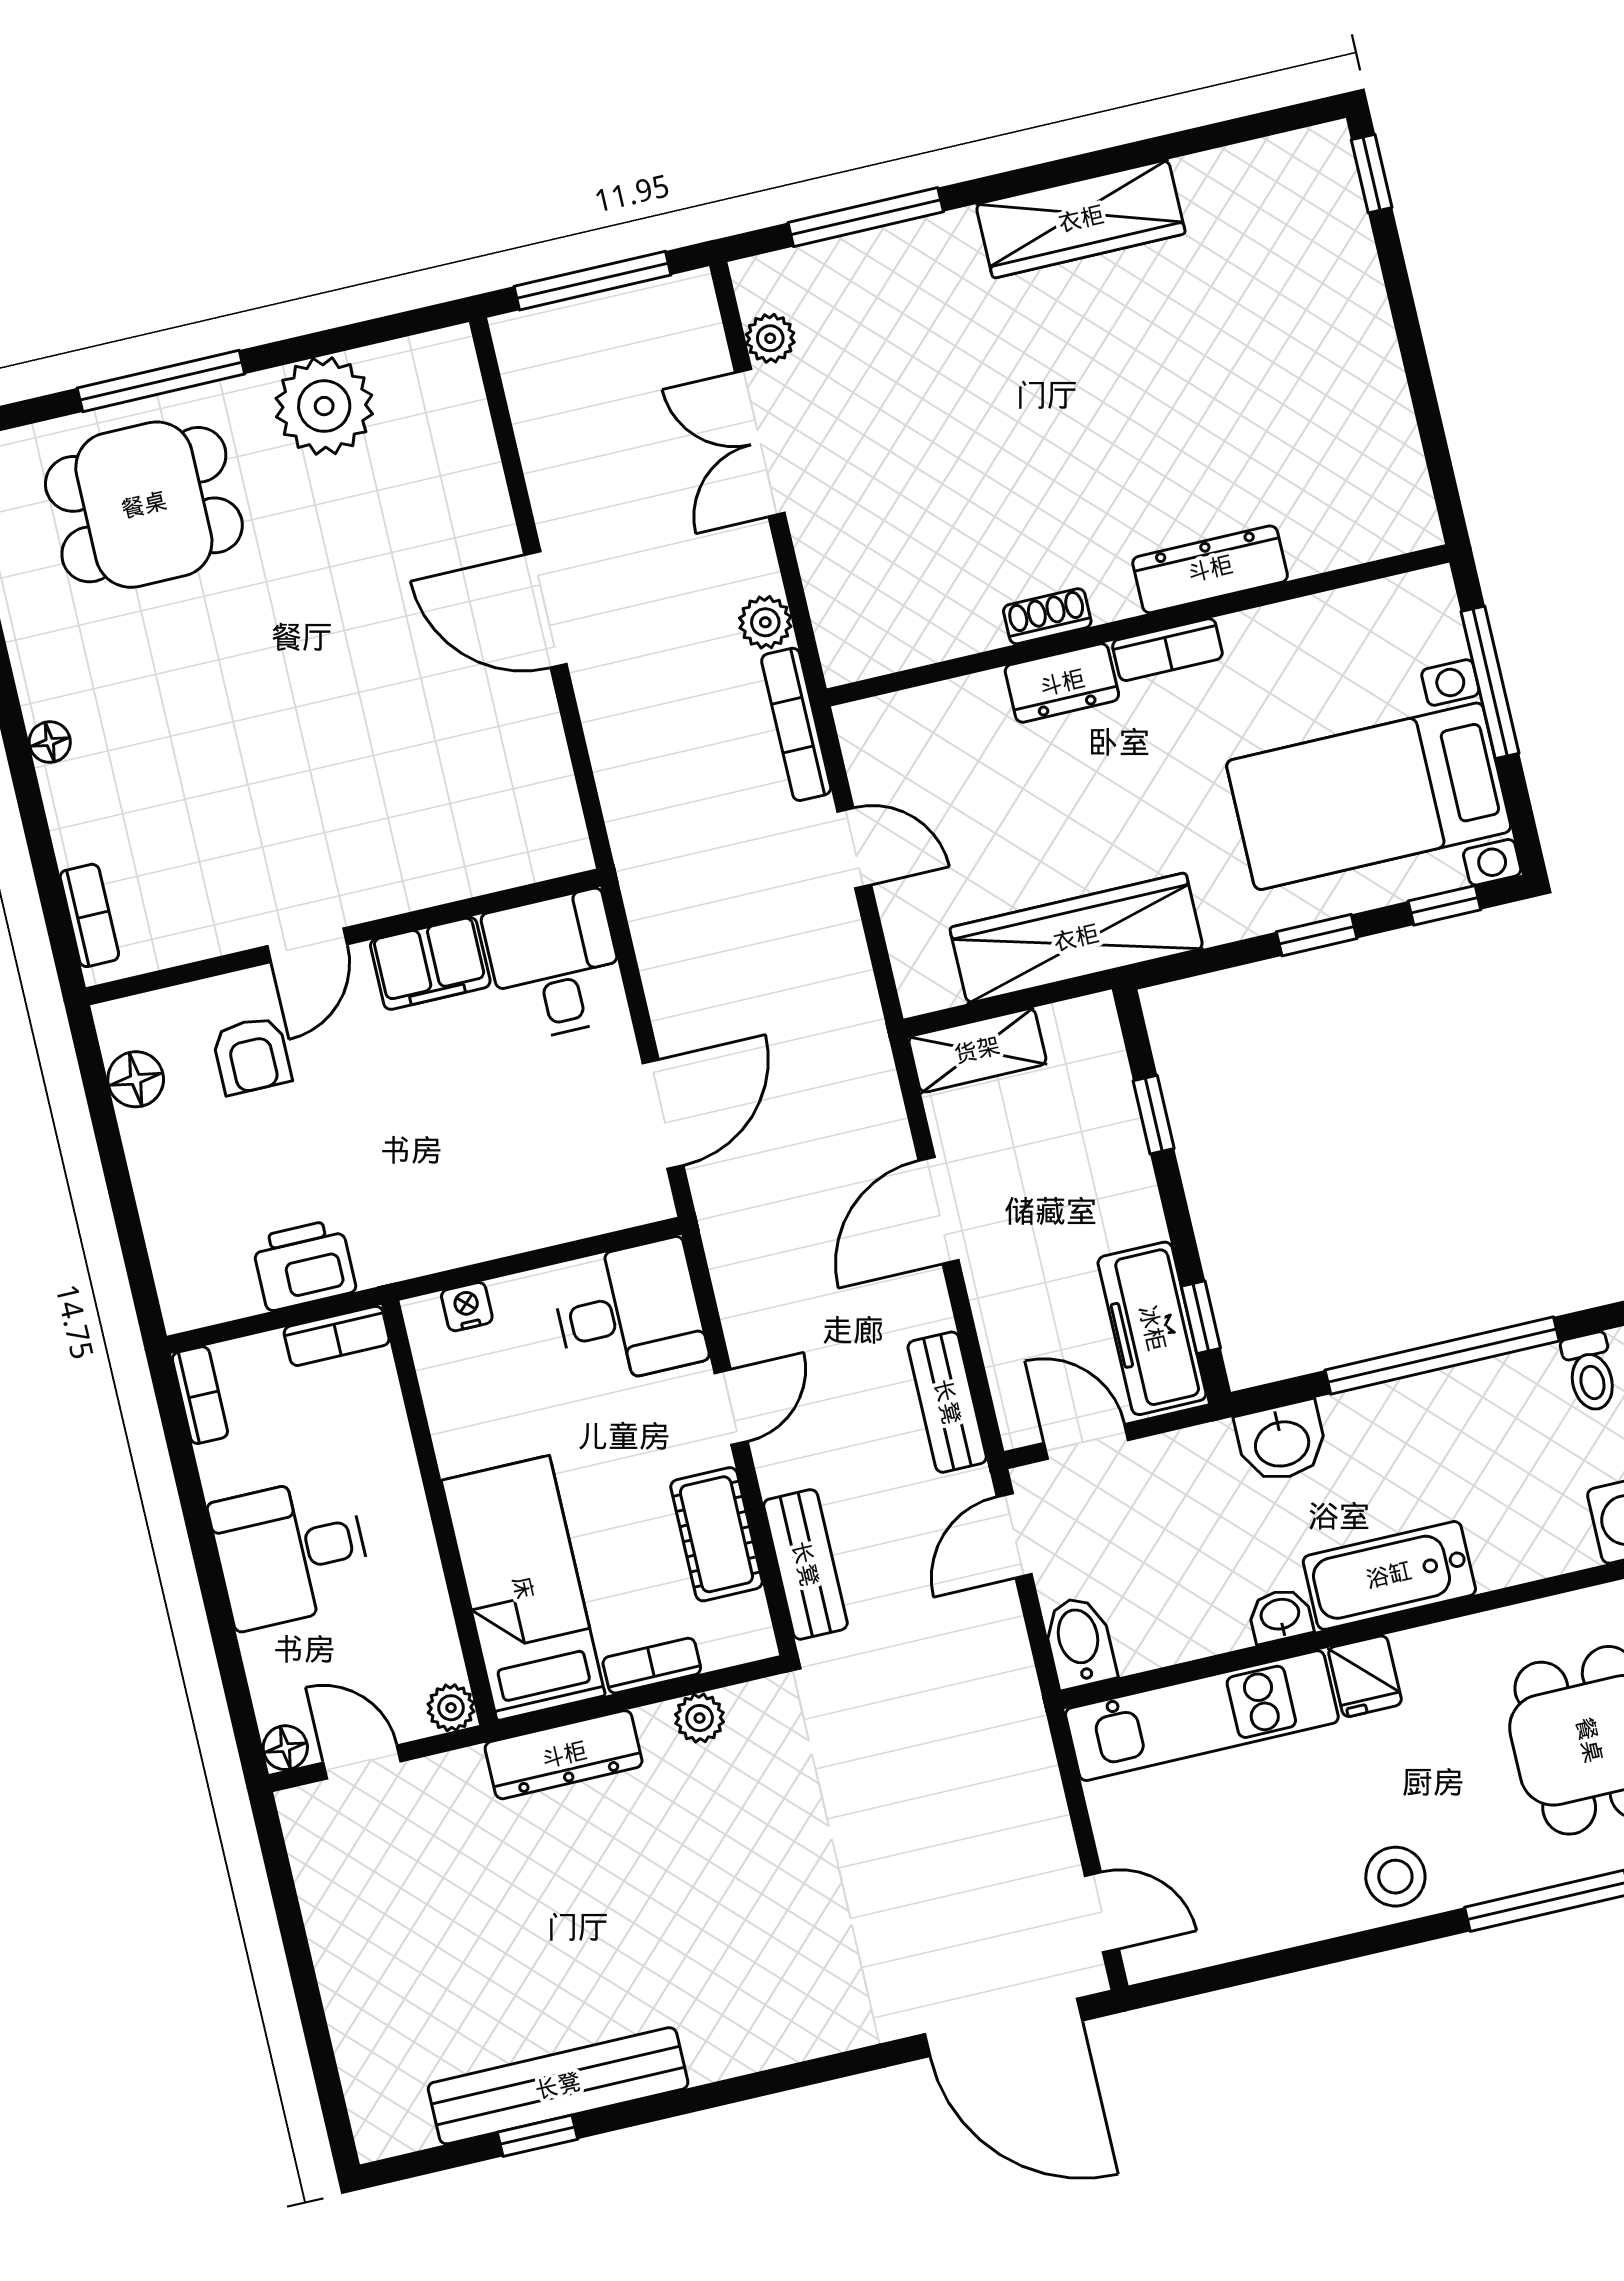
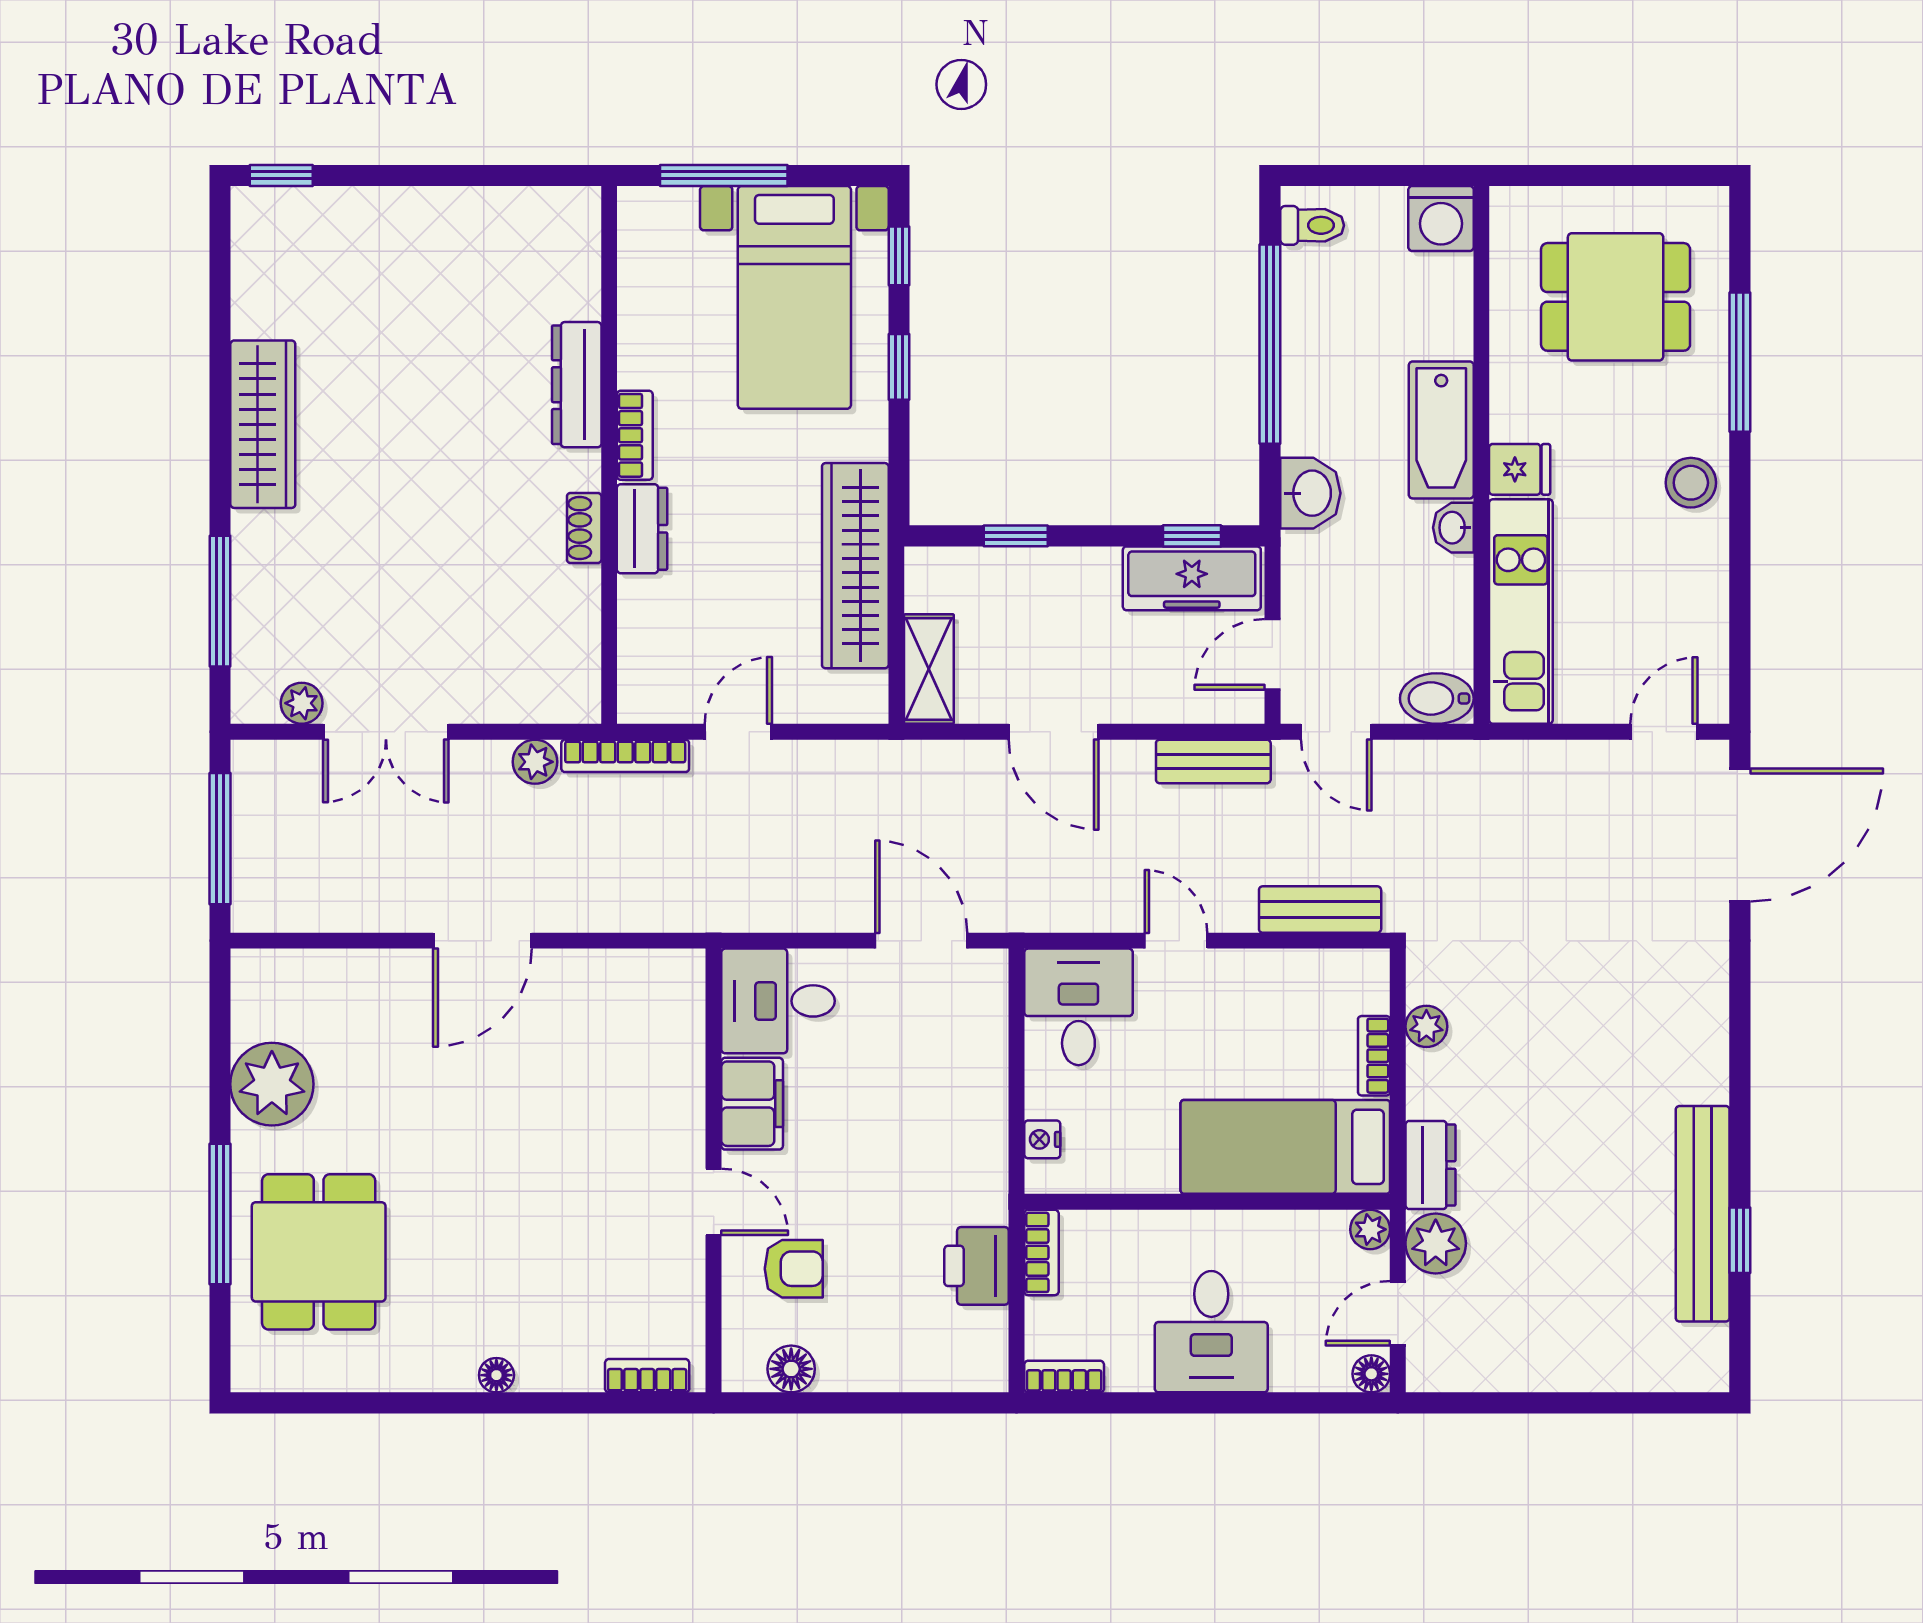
cot: (716, 1534) -> (1278, 977), removed
dresser: (564, 1755) -> (1431, 1165), width x0.70
plant: (452, 1787) -> (1436, 1243), added

